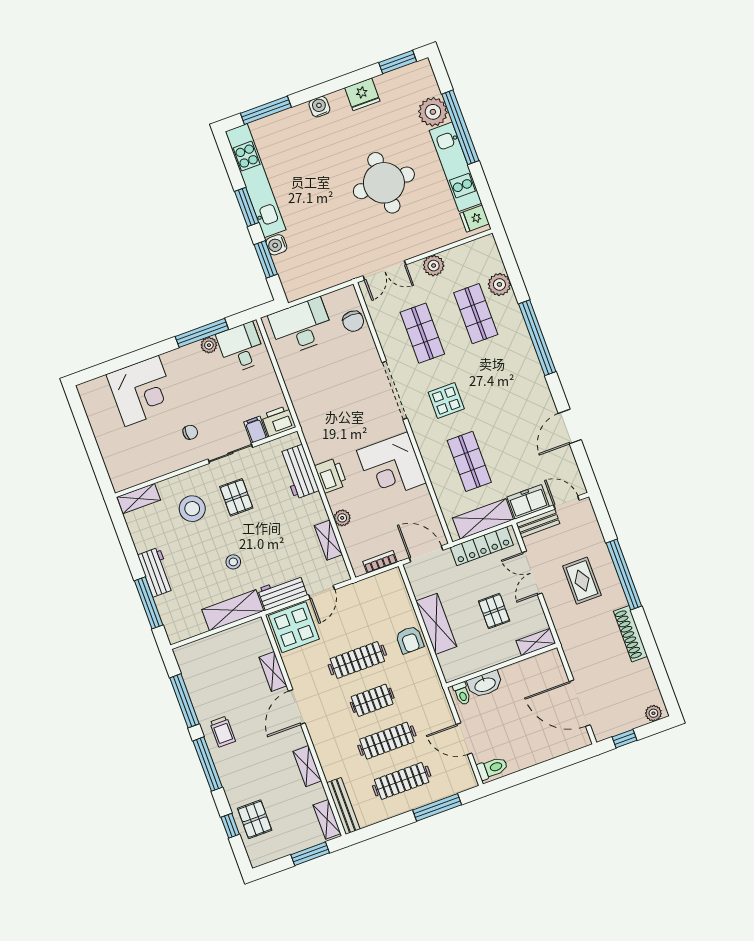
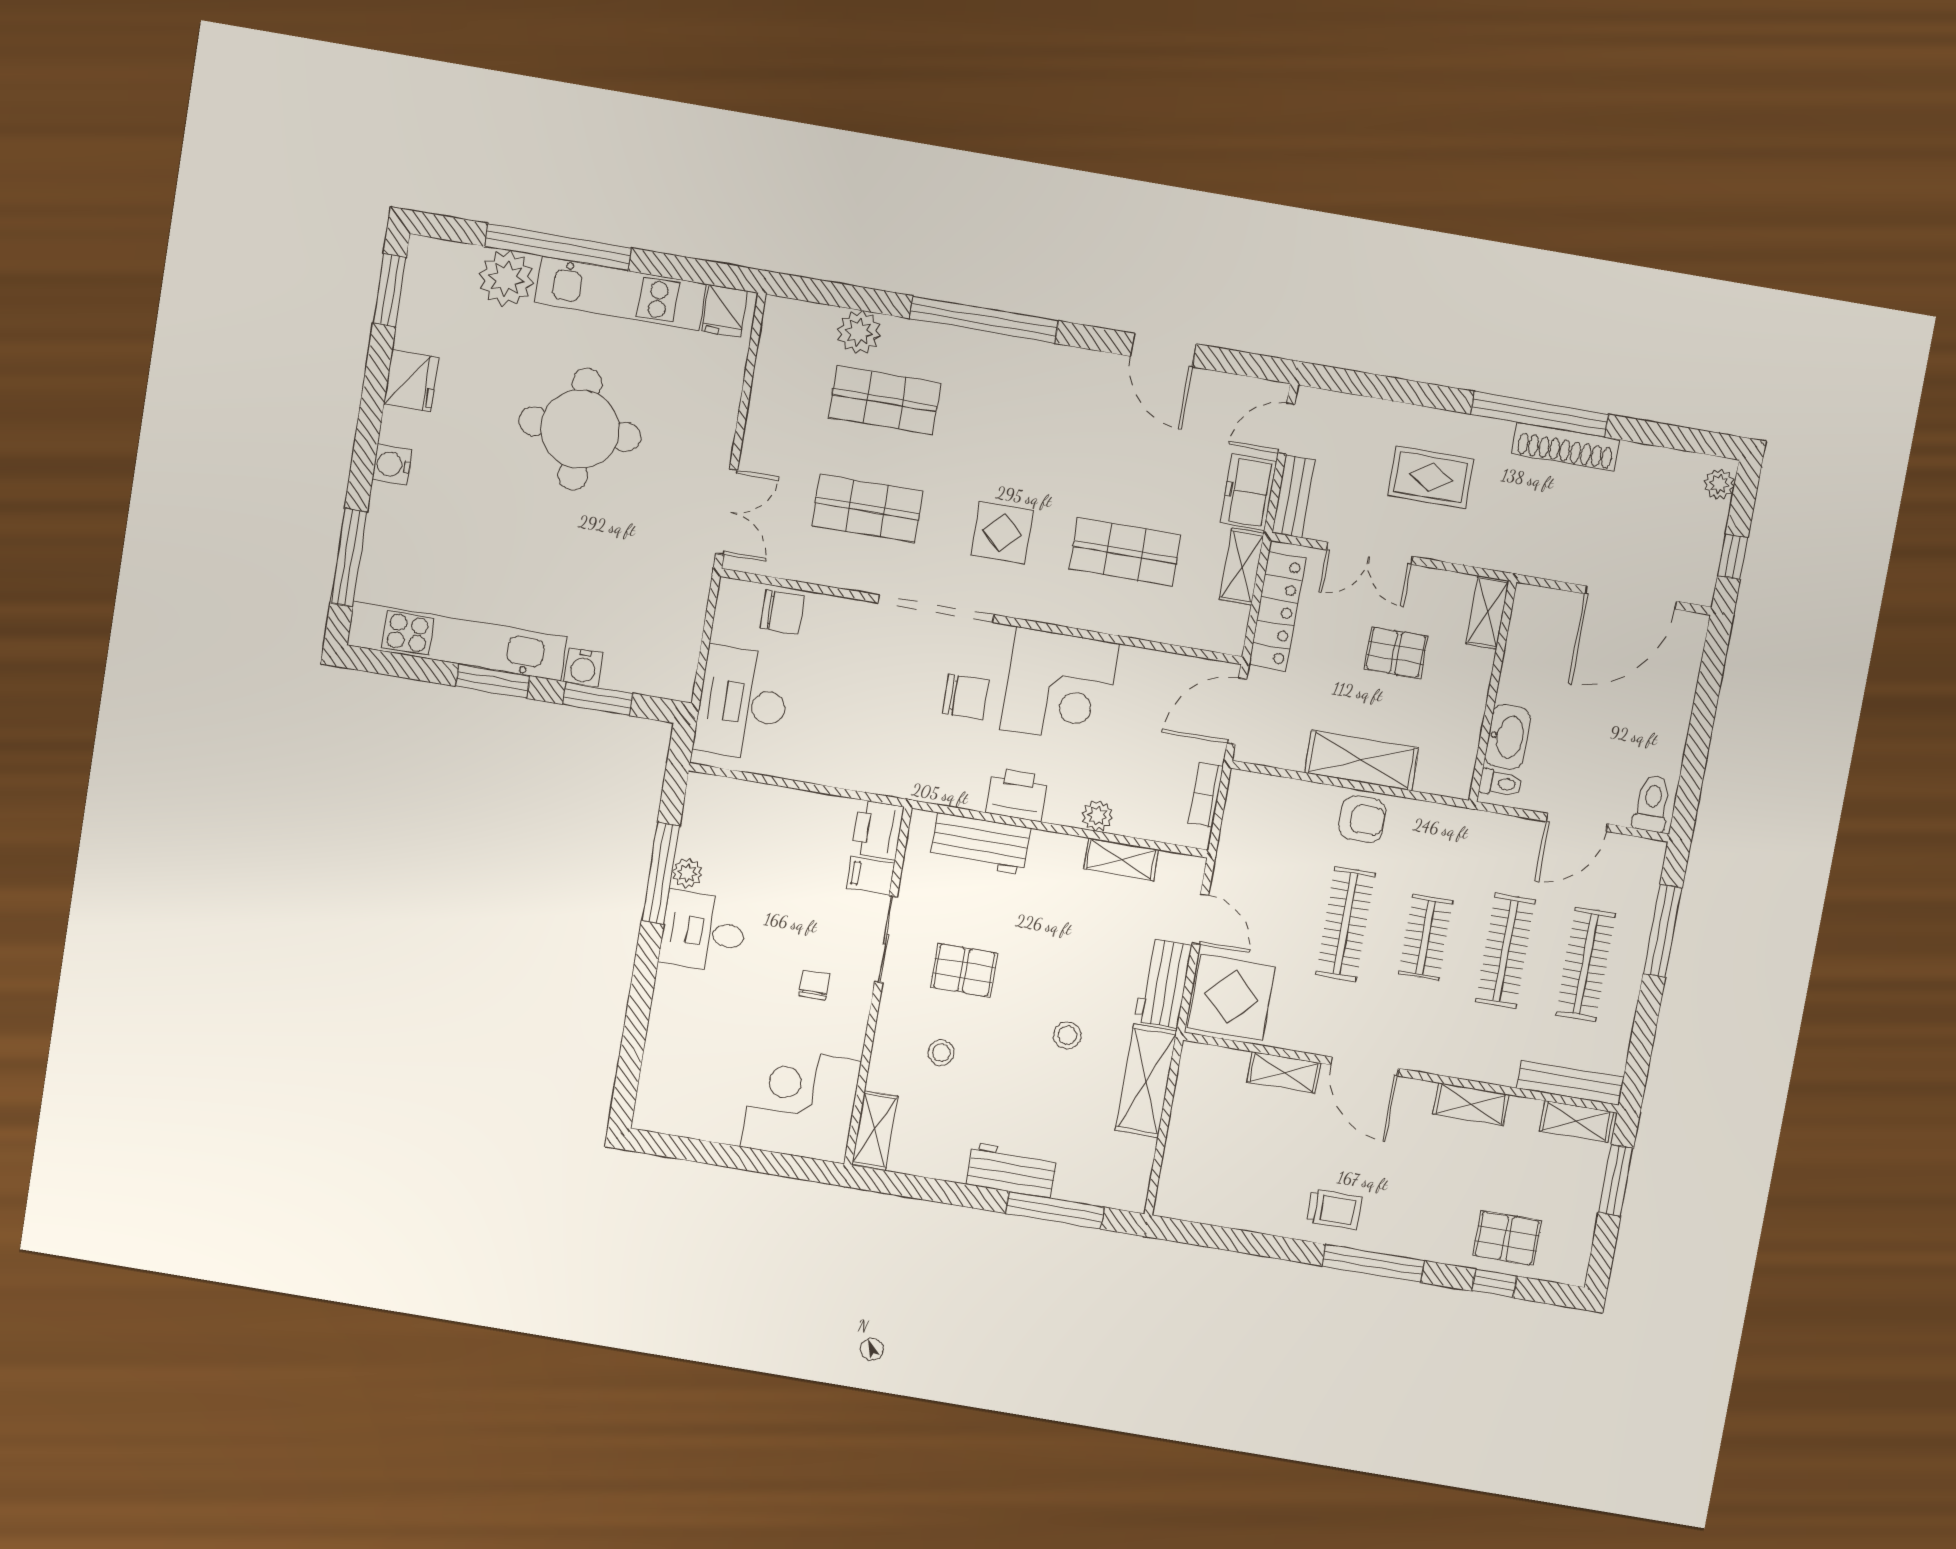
plant: (434, 266) -> (765, 425), removed
desk: (241, 348) -> (703, 932), moved
corner desk: (142, 391) -> (801, 1104), moved, turned -90
chair: (362, 426) -> (965, 697), added
stool: (192, 509) -> (941, 1053), width x0.53, depth x0.53
shelving: (483, 519) -> (1242, 567), width x0.67, depth x0.75
window: (624, 574) -> (1540, 414), moved
window: (184, 701) -> (1248, 1243), removed

